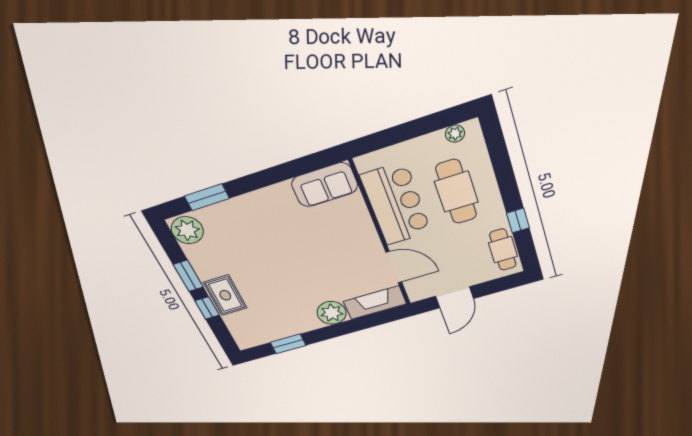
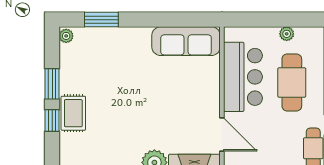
plant: (455, 134) -> (287, 34), moved
sofa: (325, 185) -> (186, 41), width x1.36
plant: (187, 230) -> (66, 36), width x0.53, depth x0.53

